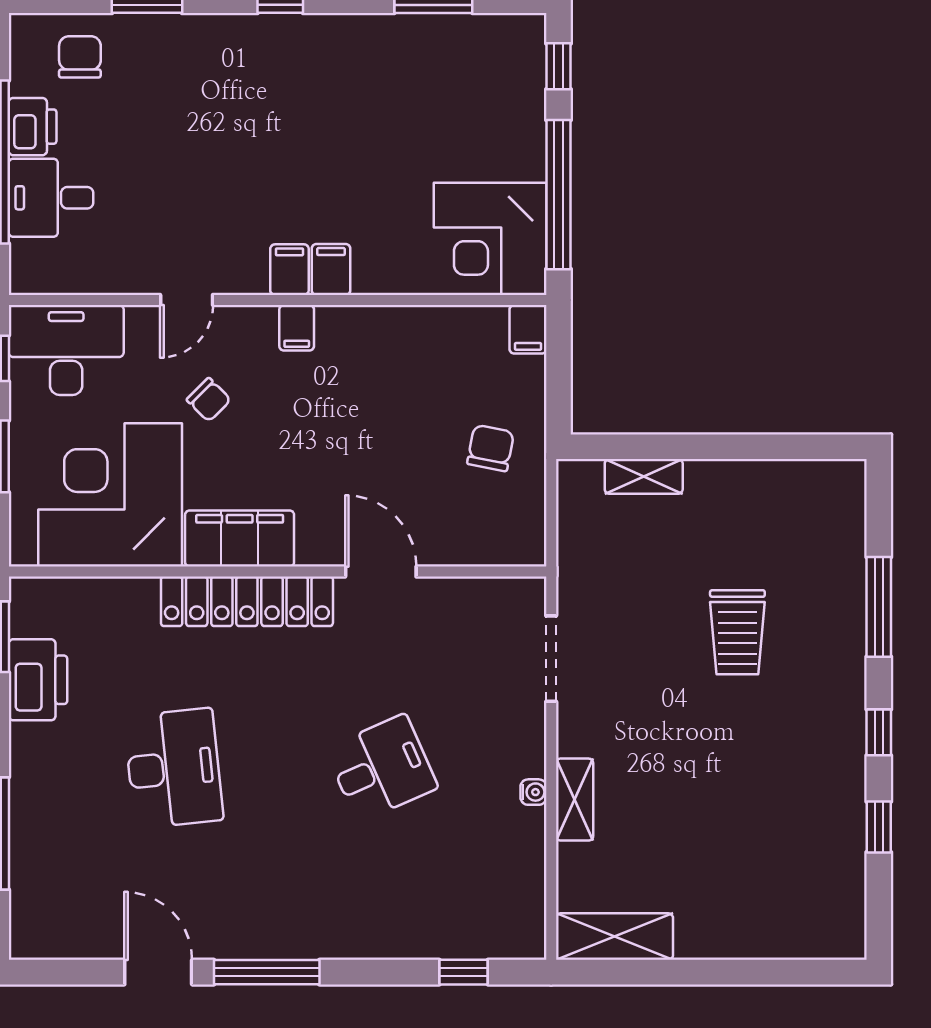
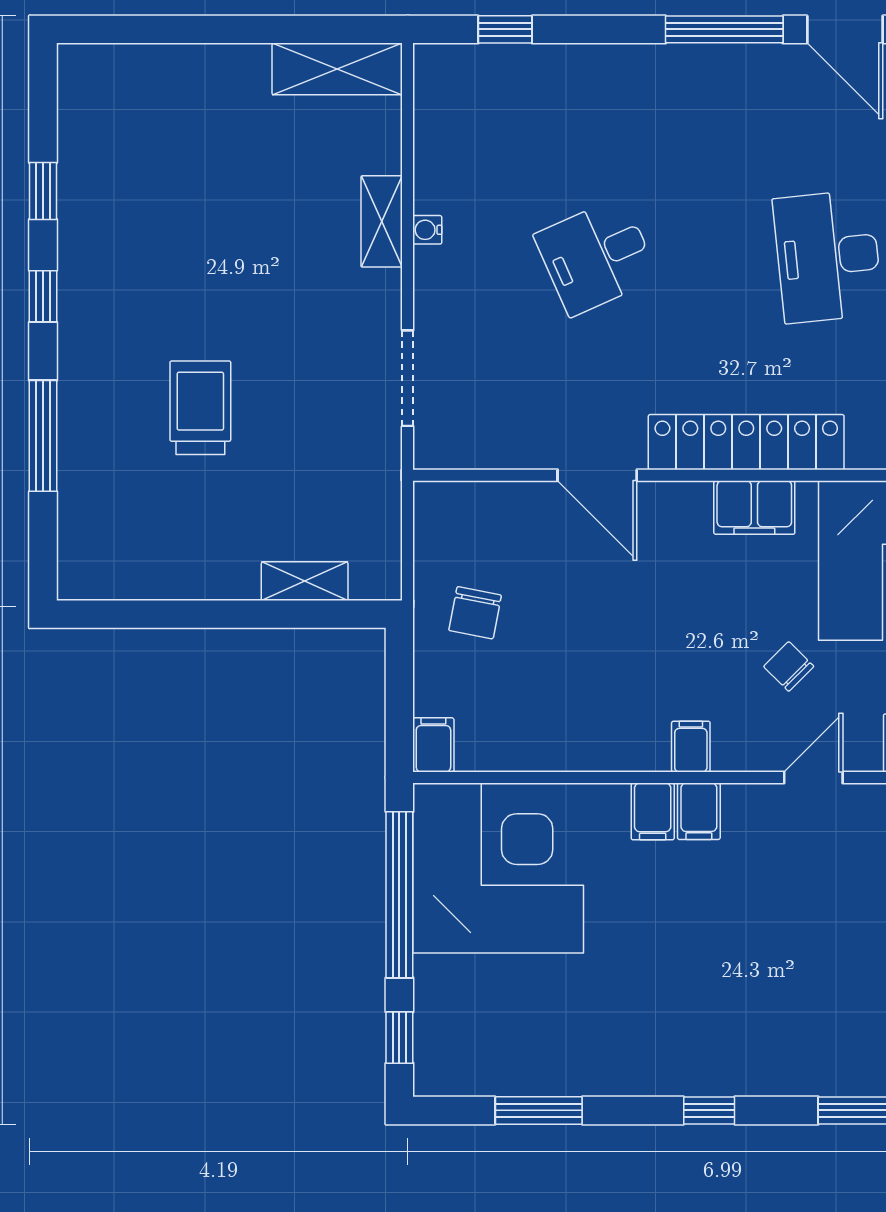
corner desk: (490, 239) -> (498, 868), width x1.36, depth x1.36
filing cabinet: (240, 539) -> (754, 508), width x0.67, depth x0.86

